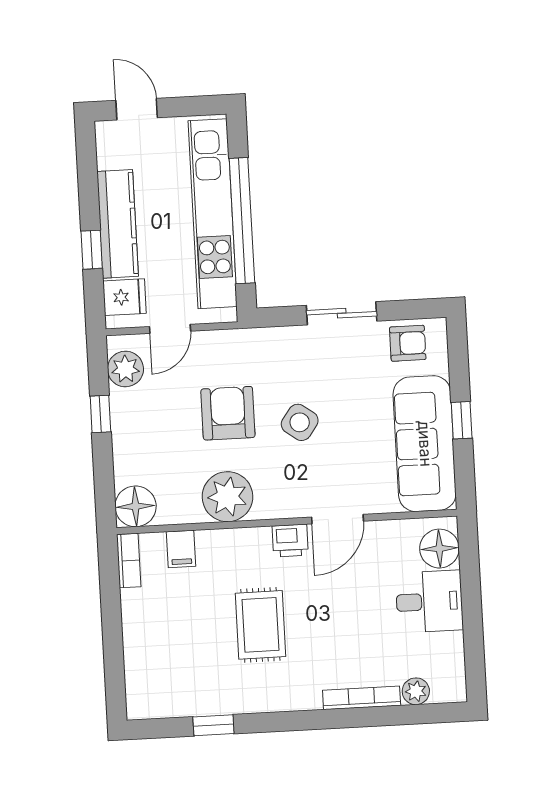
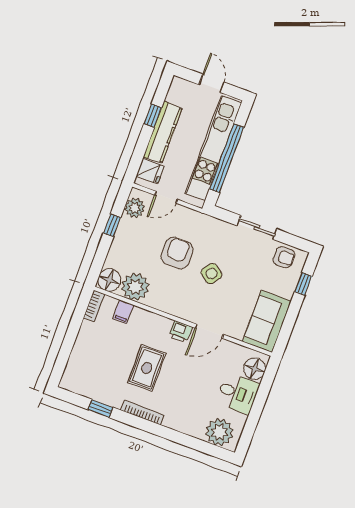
door: (137, 109) -> (212, 83), moved
window: (92, 250) -> (153, 116), moved
window: (462, 420) -> (303, 284), moved
sofa: (425, 444) -> (267, 321), width x0.73
plant: (228, 497) -> (135, 287), moved
plant: (416, 691) -> (219, 432), width x1.88, depth x1.88
bookcase: (362, 698) -> (142, 413), moved

